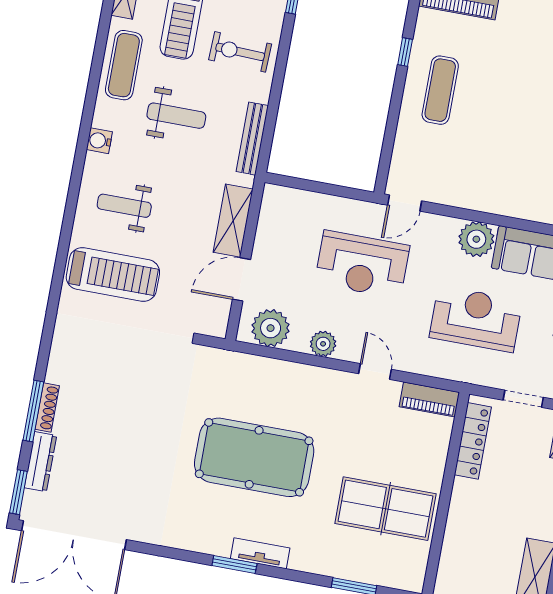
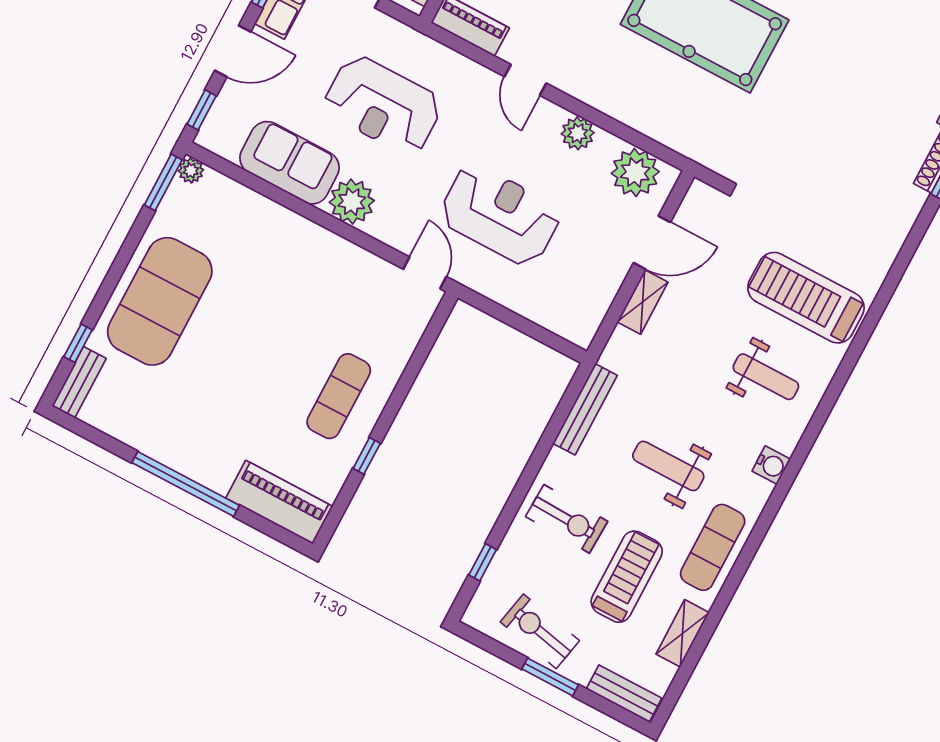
door: (405, 203) -> (425, 273), hinge flipped
shelving: (233, 221) -> (643, 302), width x0.67, depth x0.75

